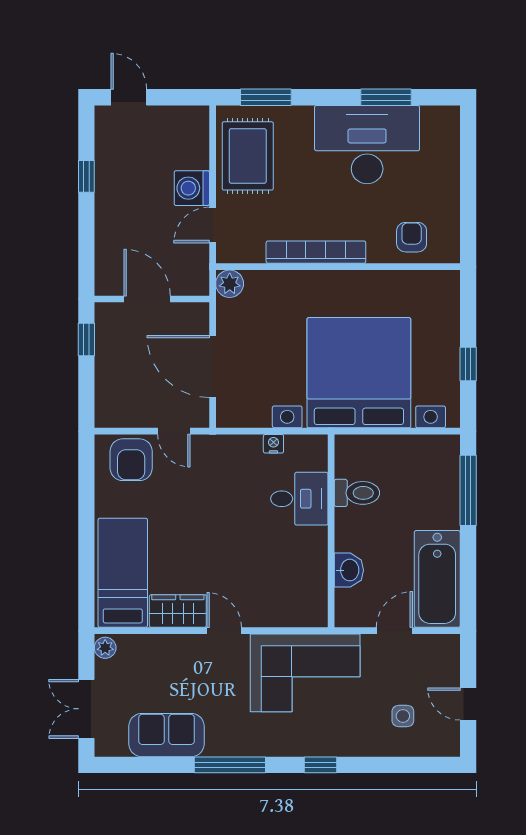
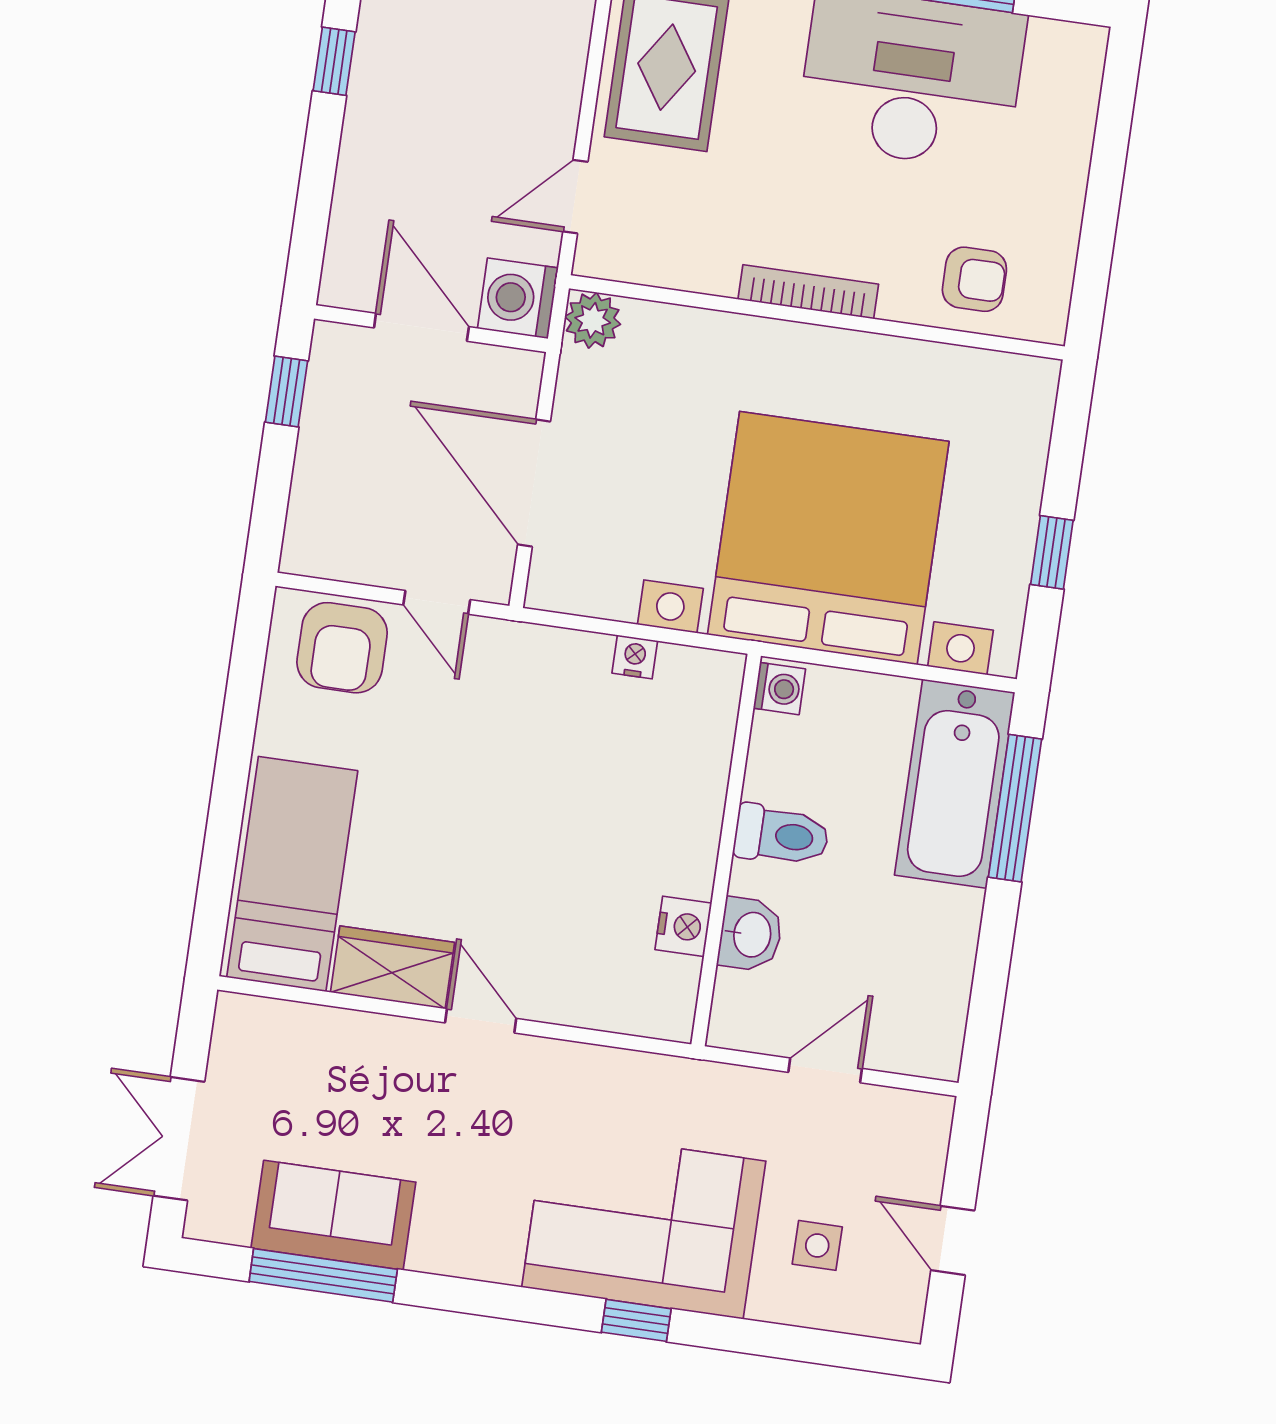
washing machine: (192, 188) -> (518, 298), moved
armchair: (412, 237) -> (974, 279), turned 90
bookcase: (316, 252) -> (808, 292), width x0.68, depth x0.76
washing machine: (346, 449) -> (779, 689), added
toilet: (357, 493) -> (781, 835), moved
desk: (299, 499) -> (671, 776), removed
nightstand: (316, 571) -> (683, 926), added
bathtub: (437, 579) -> (955, 784), moved
plant: (105, 648) -> (235, 1021), removed
corner sofa: (305, 673) -> (644, 1224), moved, turned 180
window: (230, 765) -> (323, 1275), moved

